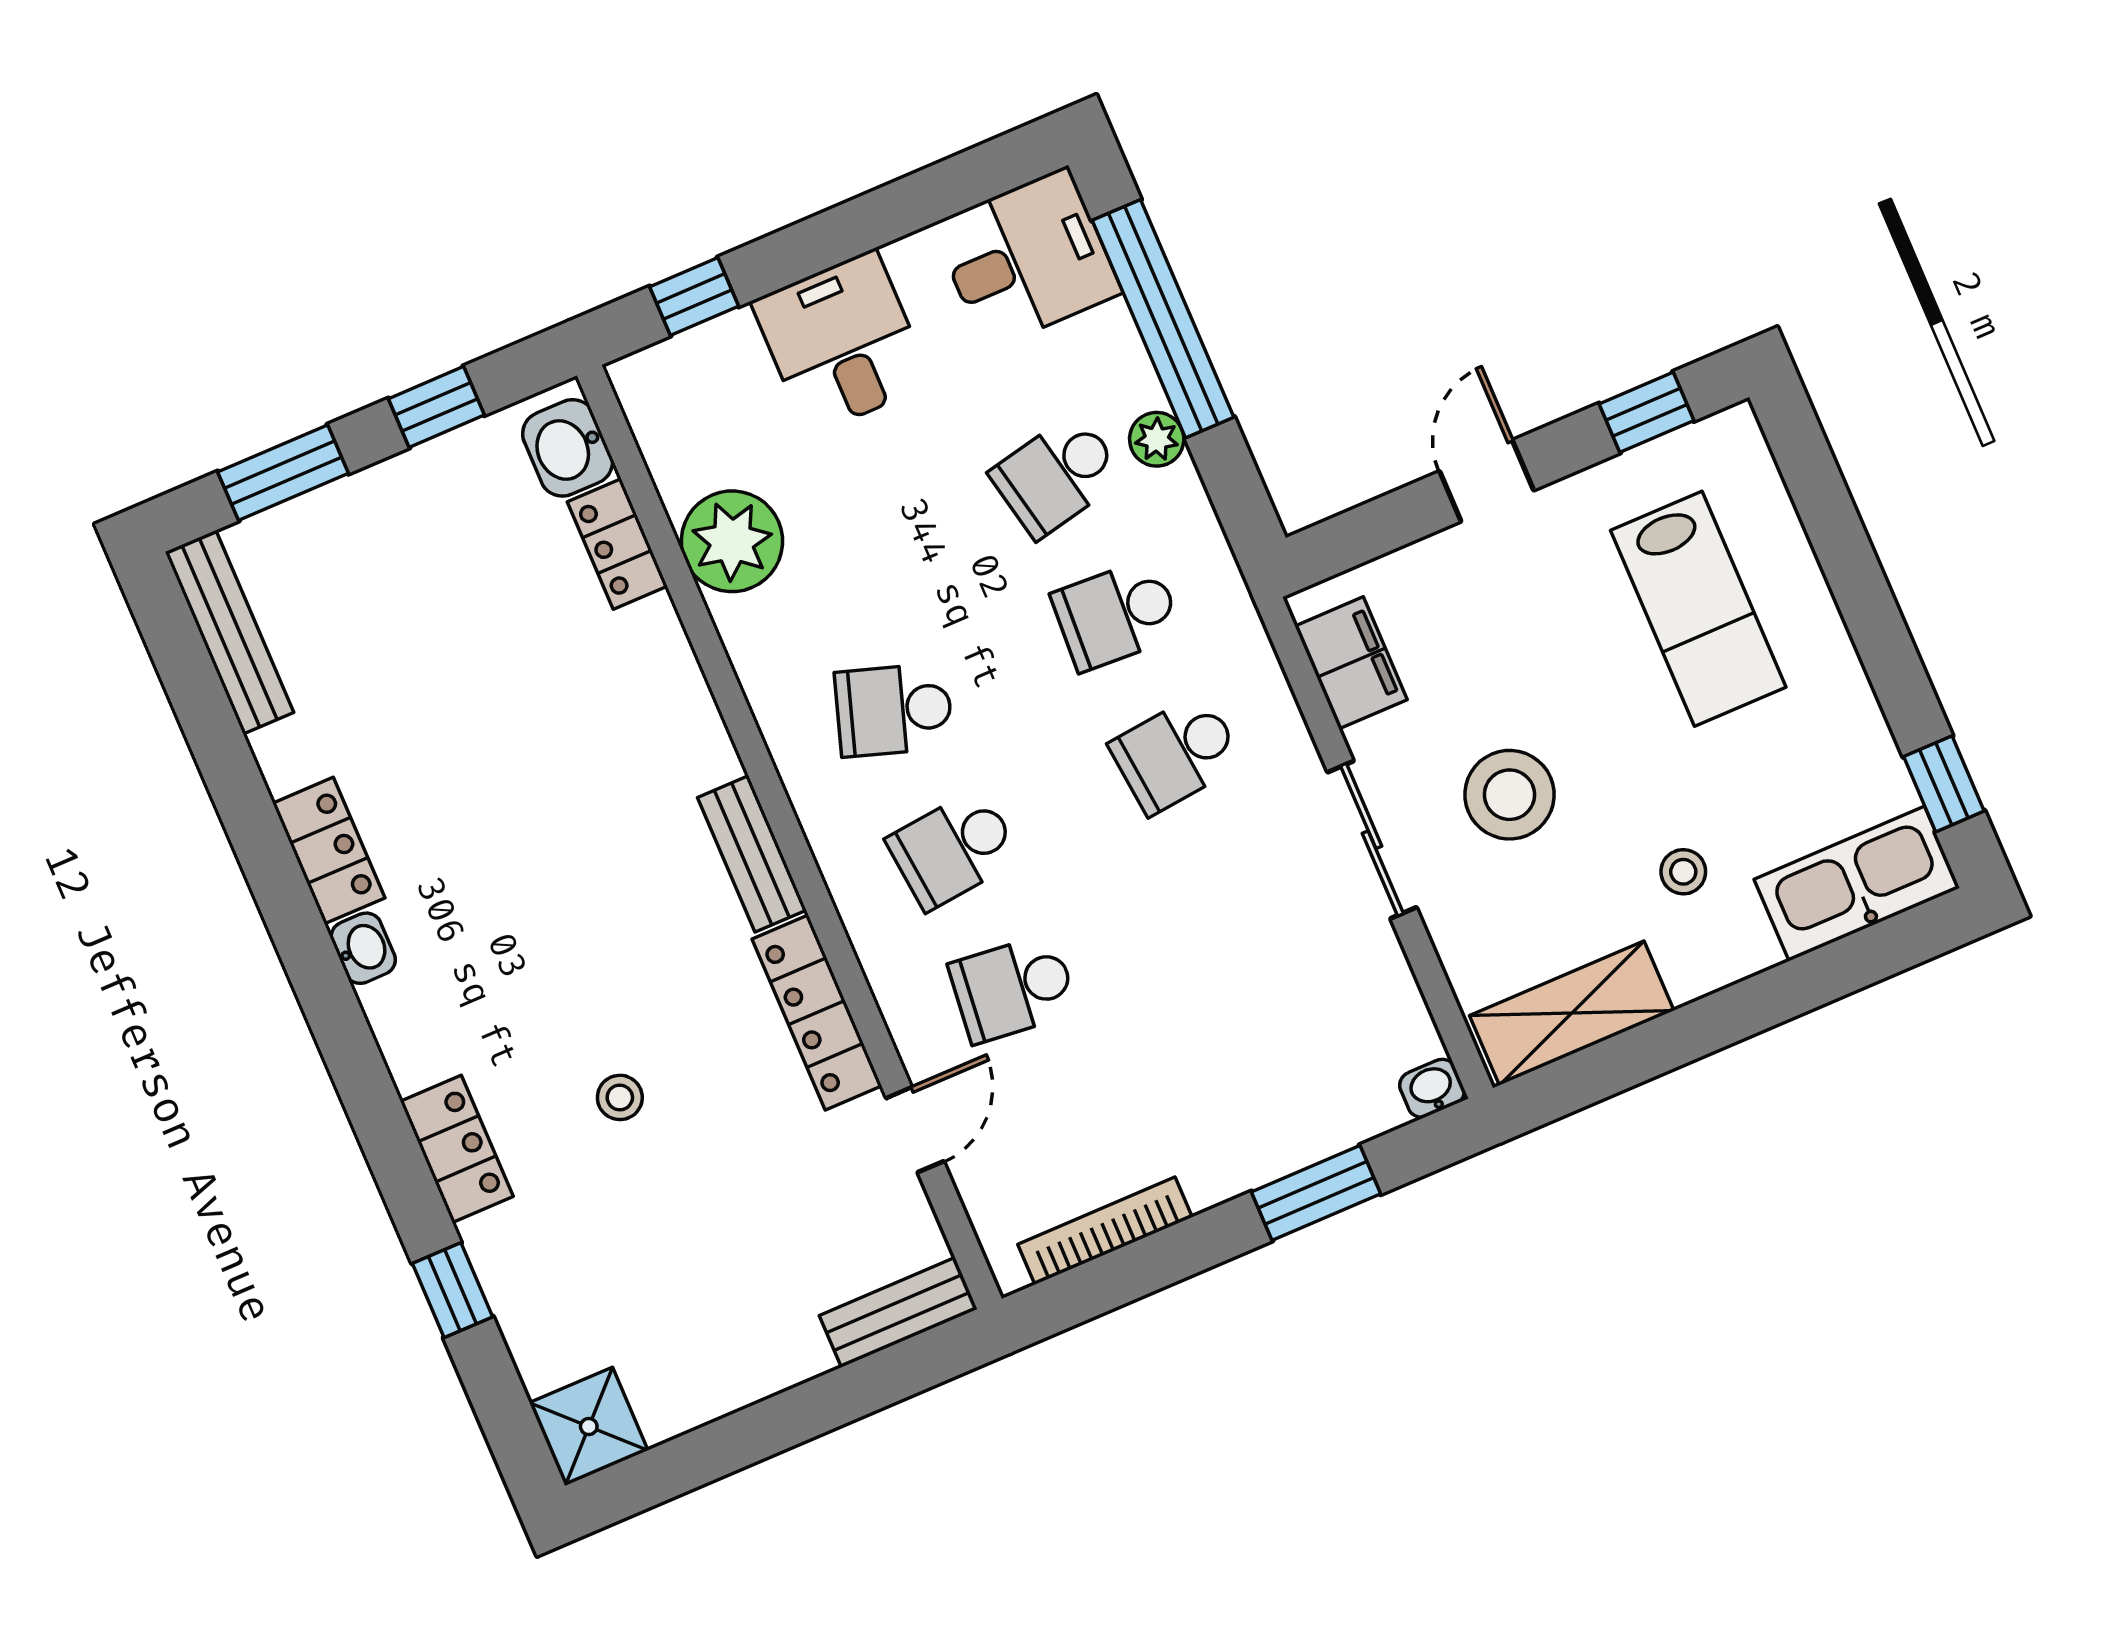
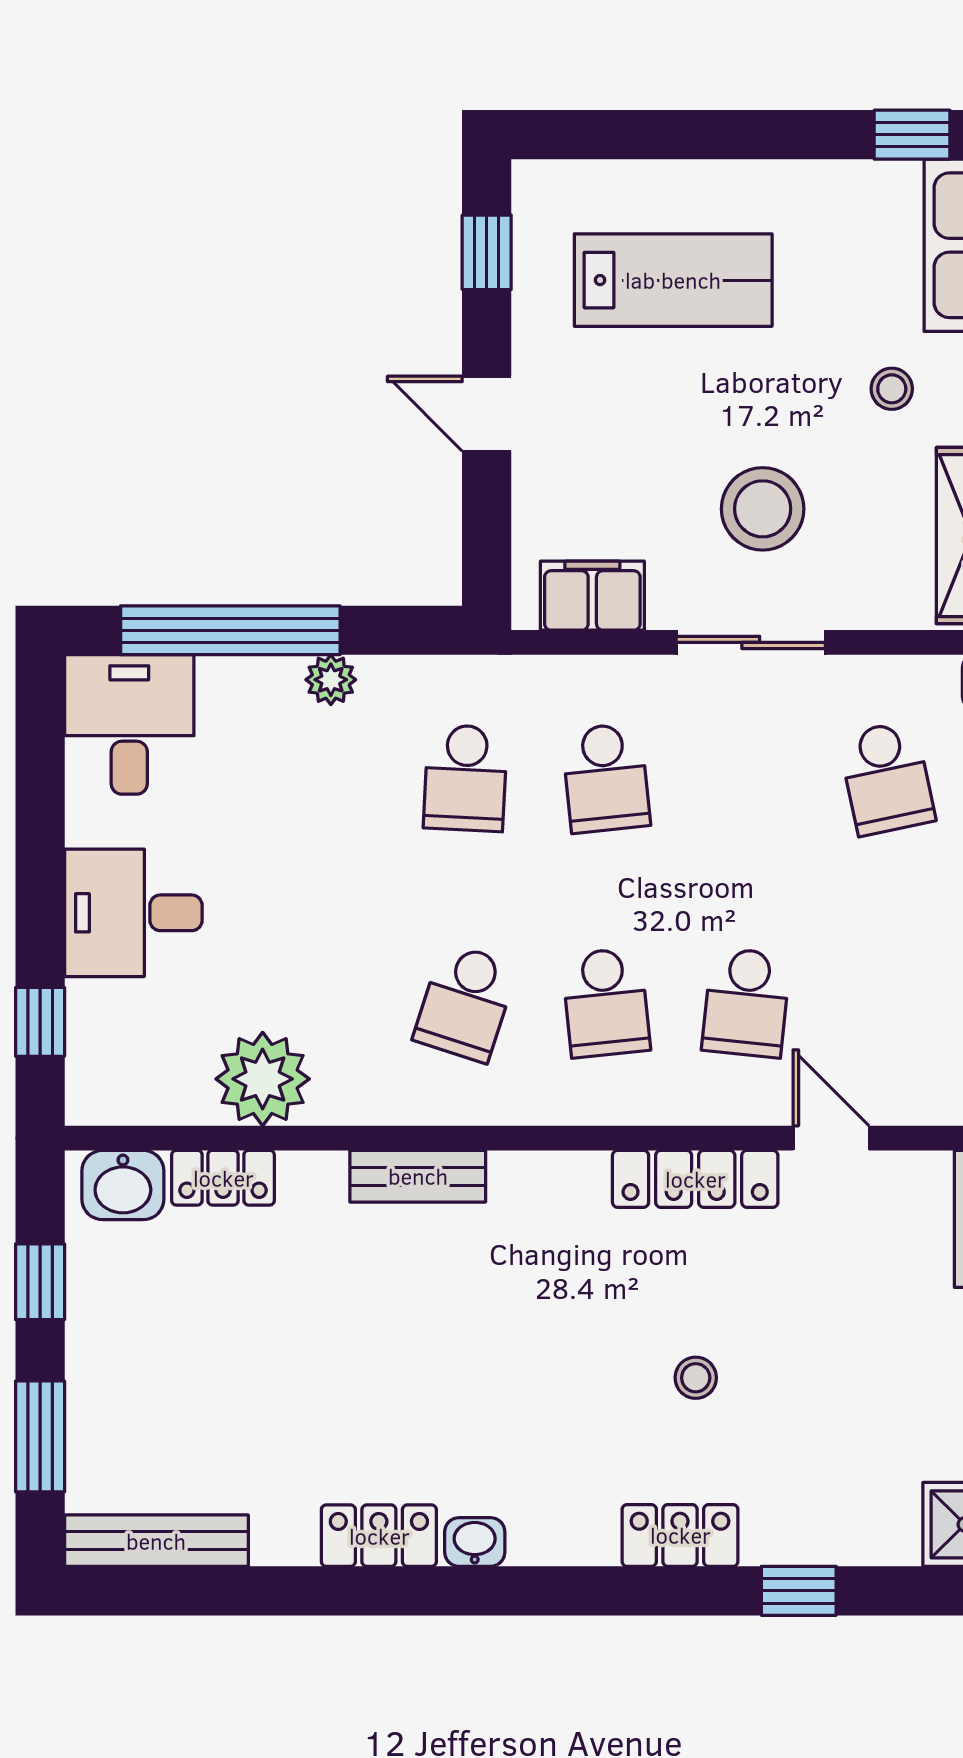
school desk: (1057, 475) -> (887, 778), moved
bench: (752, 854) -> (418, 1176), moved

